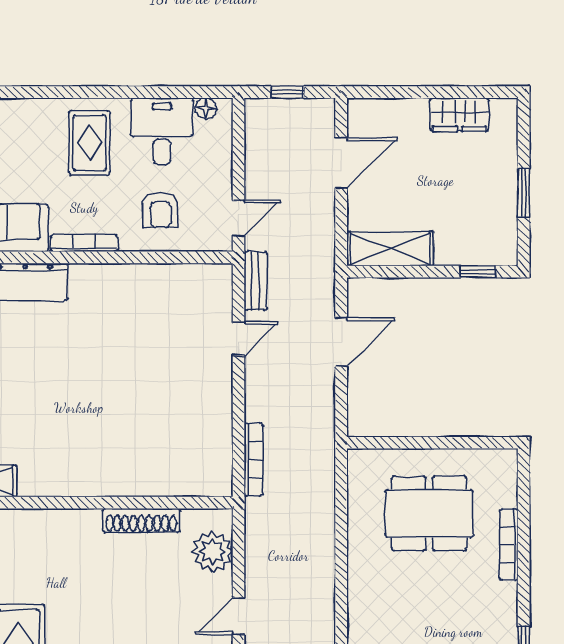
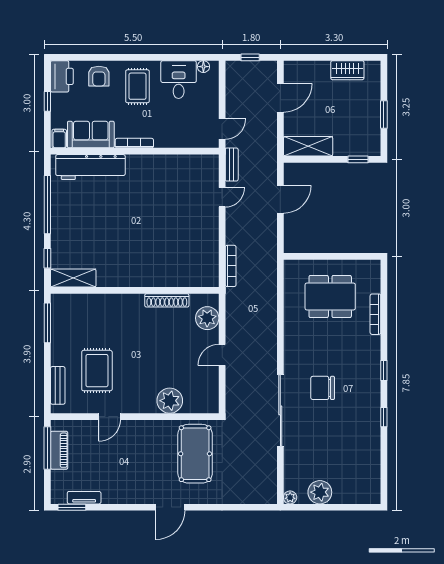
armchair: (161, 210) -> (99, 76), moved

